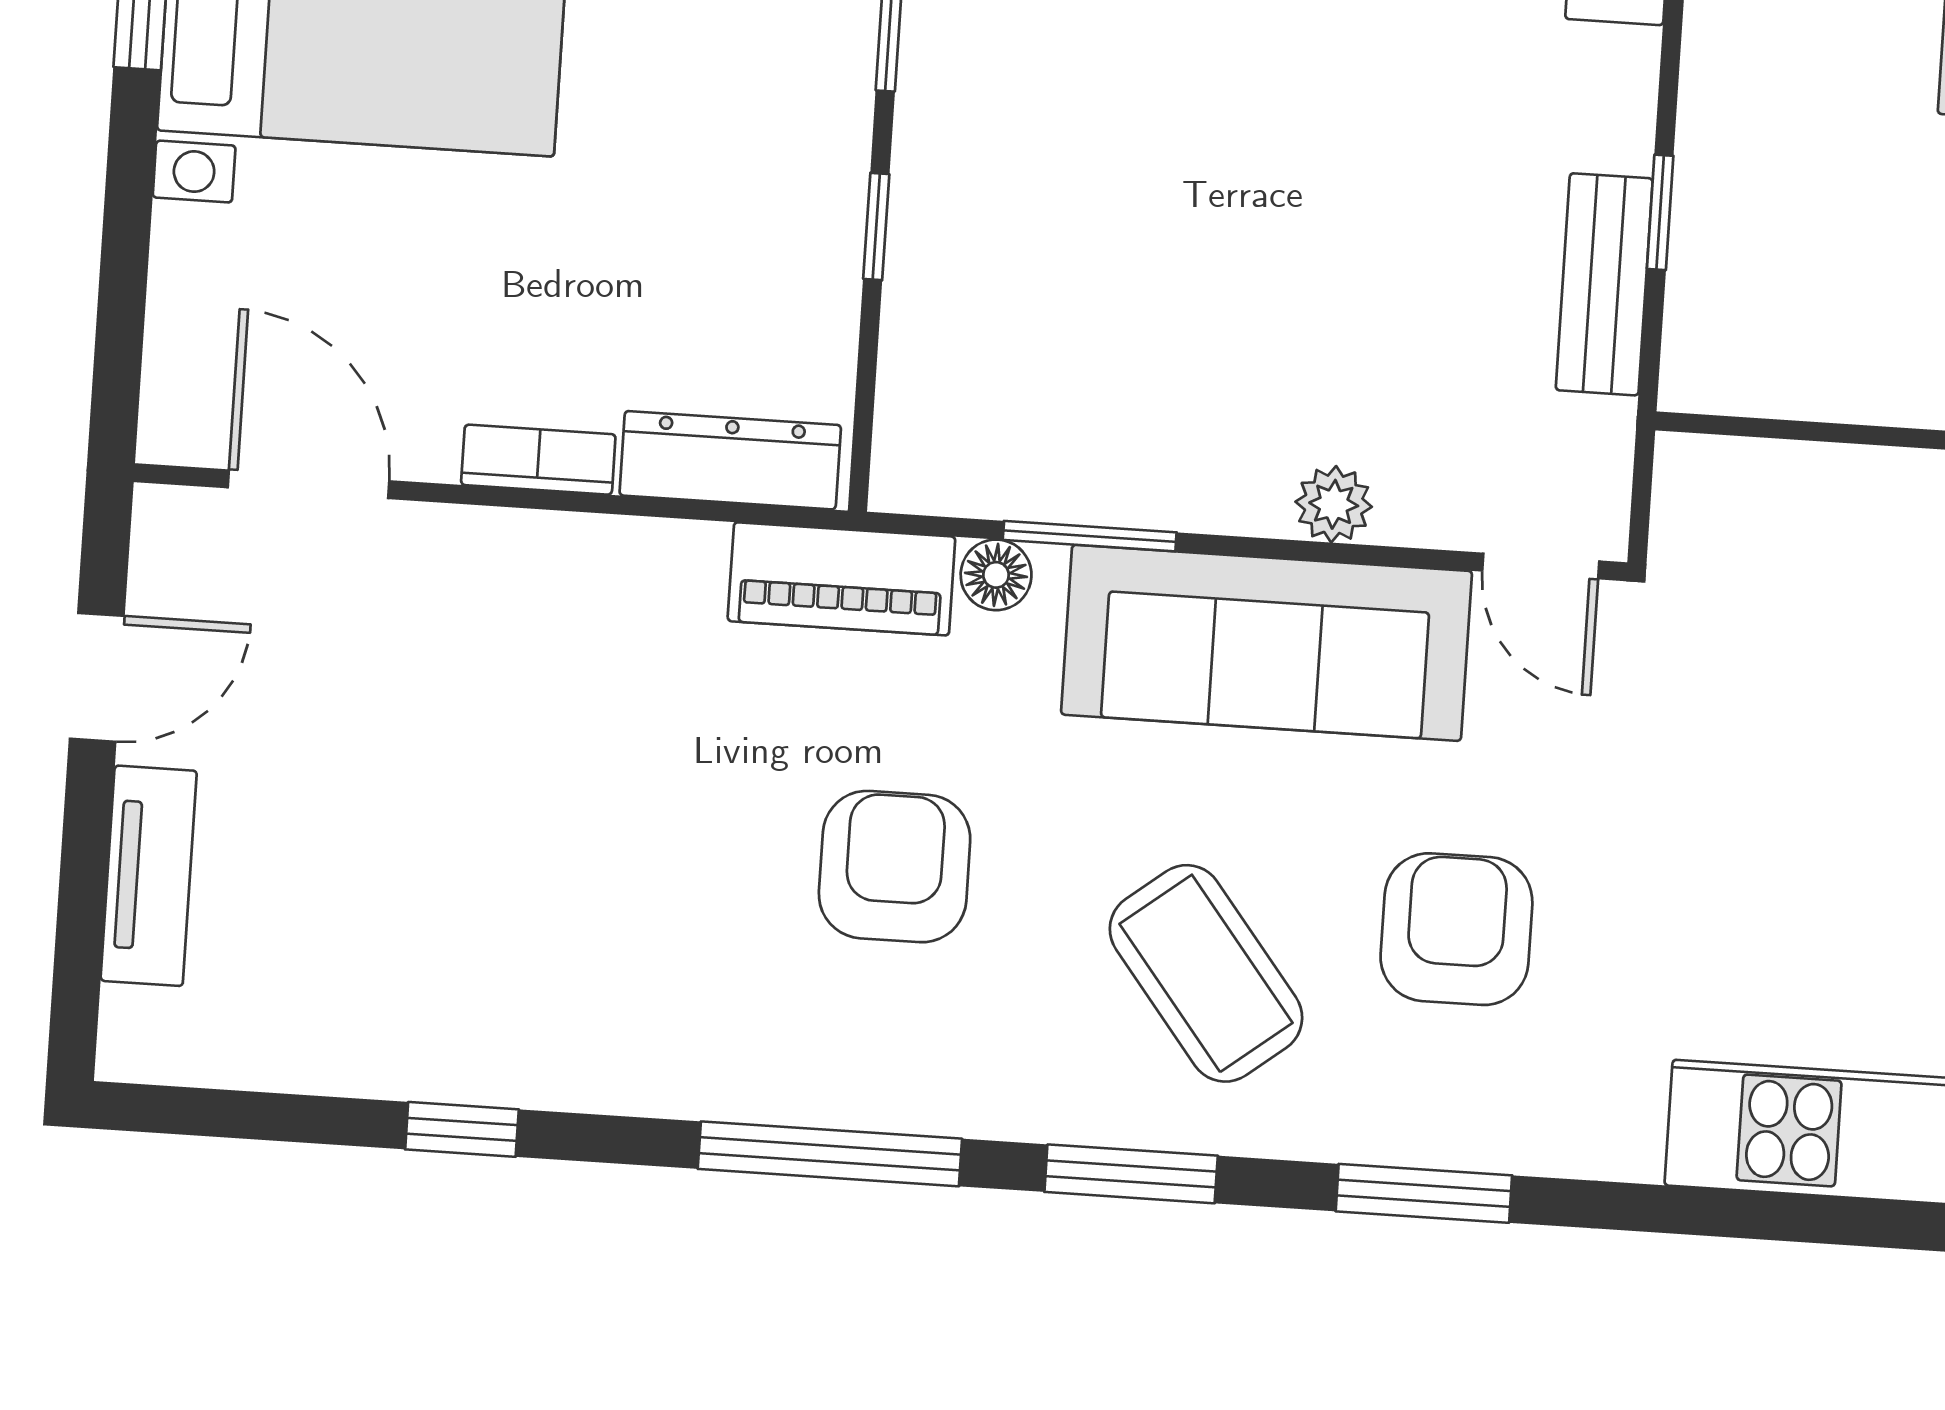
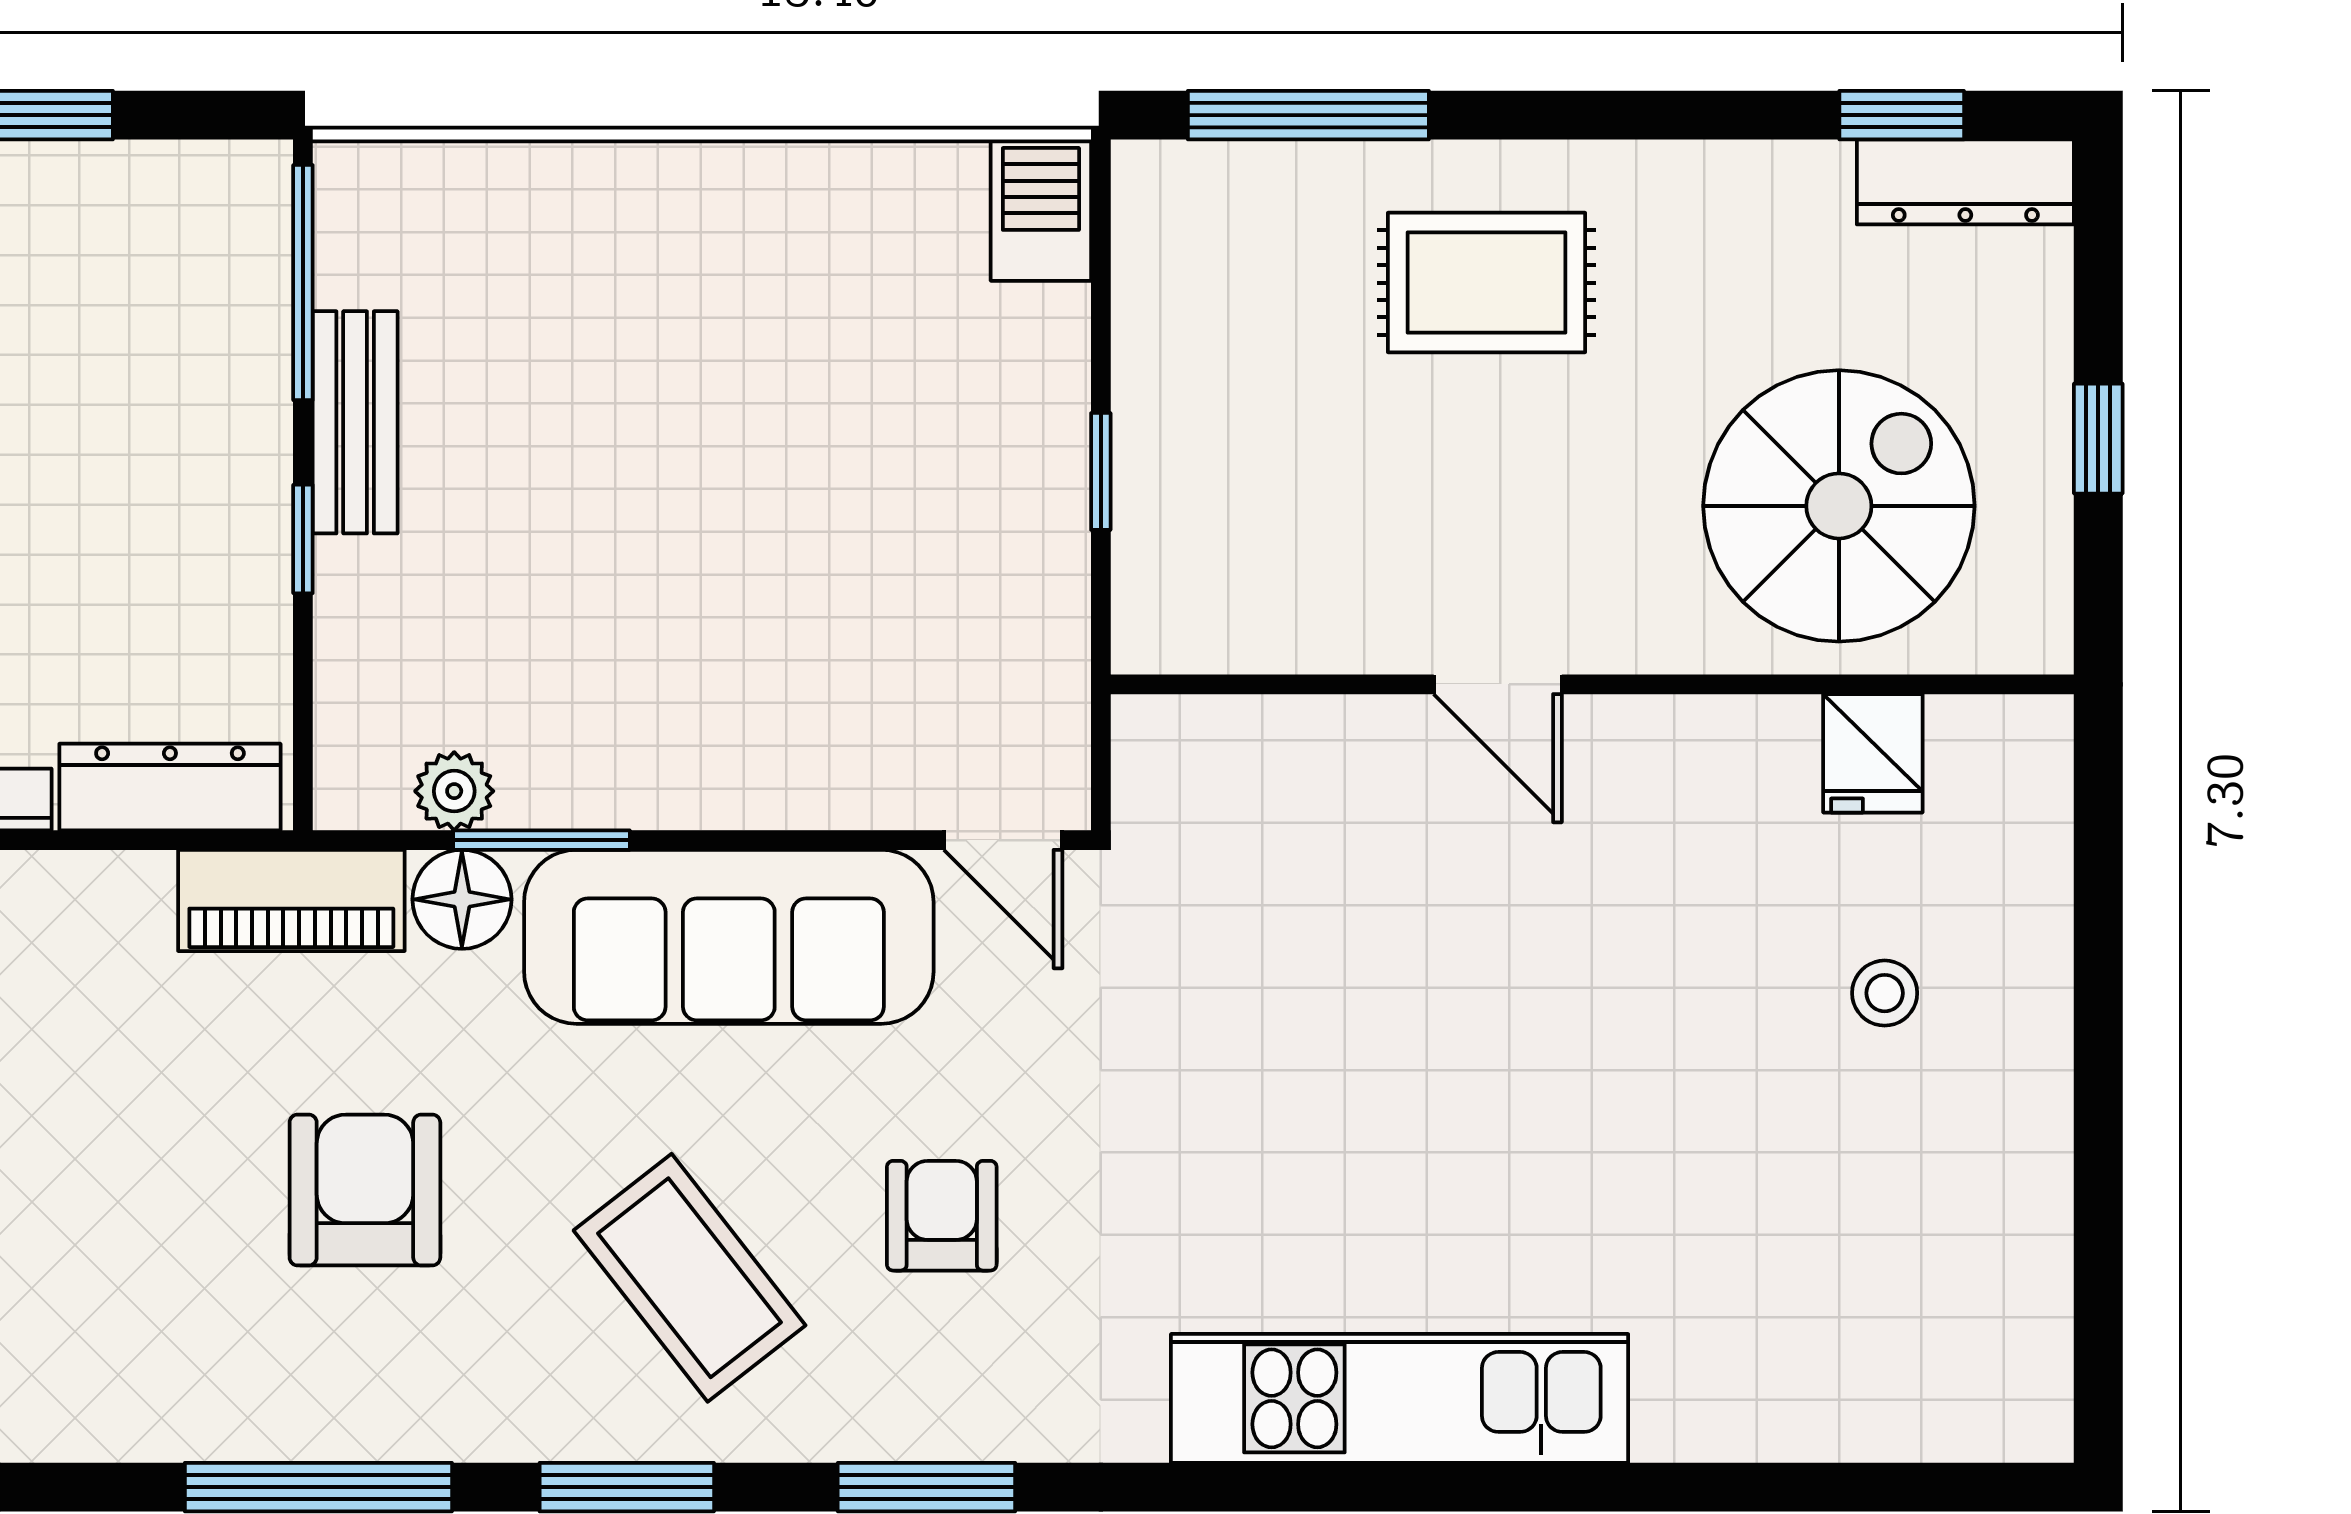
bench: (1604, 284) -> (355, 422), moved
plant: (1334, 504) -> (454, 791), moved
floor lamp: (996, 575) -> (462, 899), width x1.37, depth x1.37
armchair: (1456, 929) -> (942, 1216), width x0.72, depth x0.72

